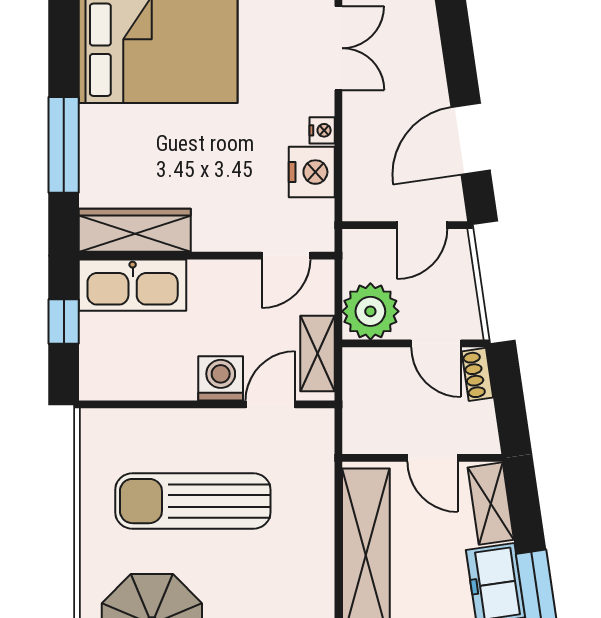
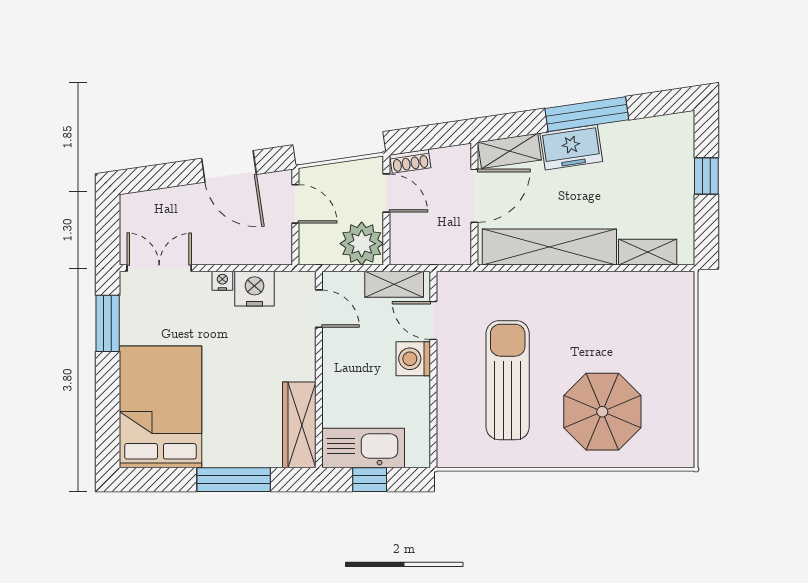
kitchen sink: (133, 285) -> (363, 448), moved, turned -90
door: (436, 343) -> (386, 193), hinge flipped
door: (432, 458) -> (474, 196), width x1.38
sun lounger: (193, 501) -> (508, 380), turned 180

